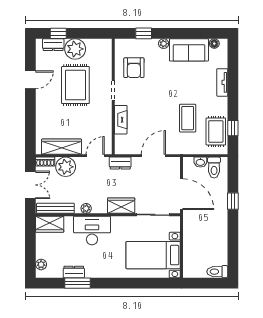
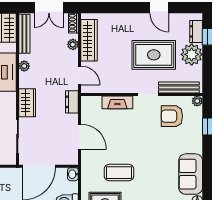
plant: (164, 44) -> (197, 101), moved
bench: (107, 61) -> (179, 87), added
washbasin: (200, 162) -> (73, 174), moved
plant: (66, 167) -> (73, 44), width x0.53, depth x0.53

